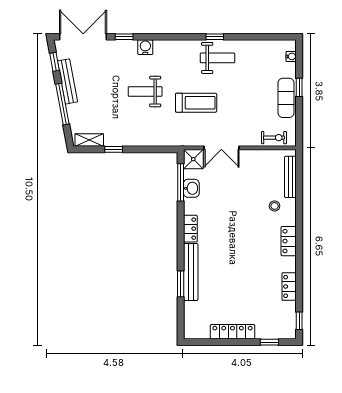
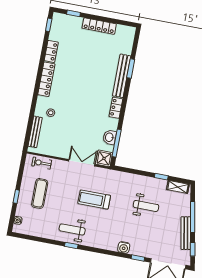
weight bench: (145, 91) -> (146, 206), moved
exercise mat: (286, 98) -> (40, 193), moved
locker: (289, 241) -> (46, 79), width x1.53

